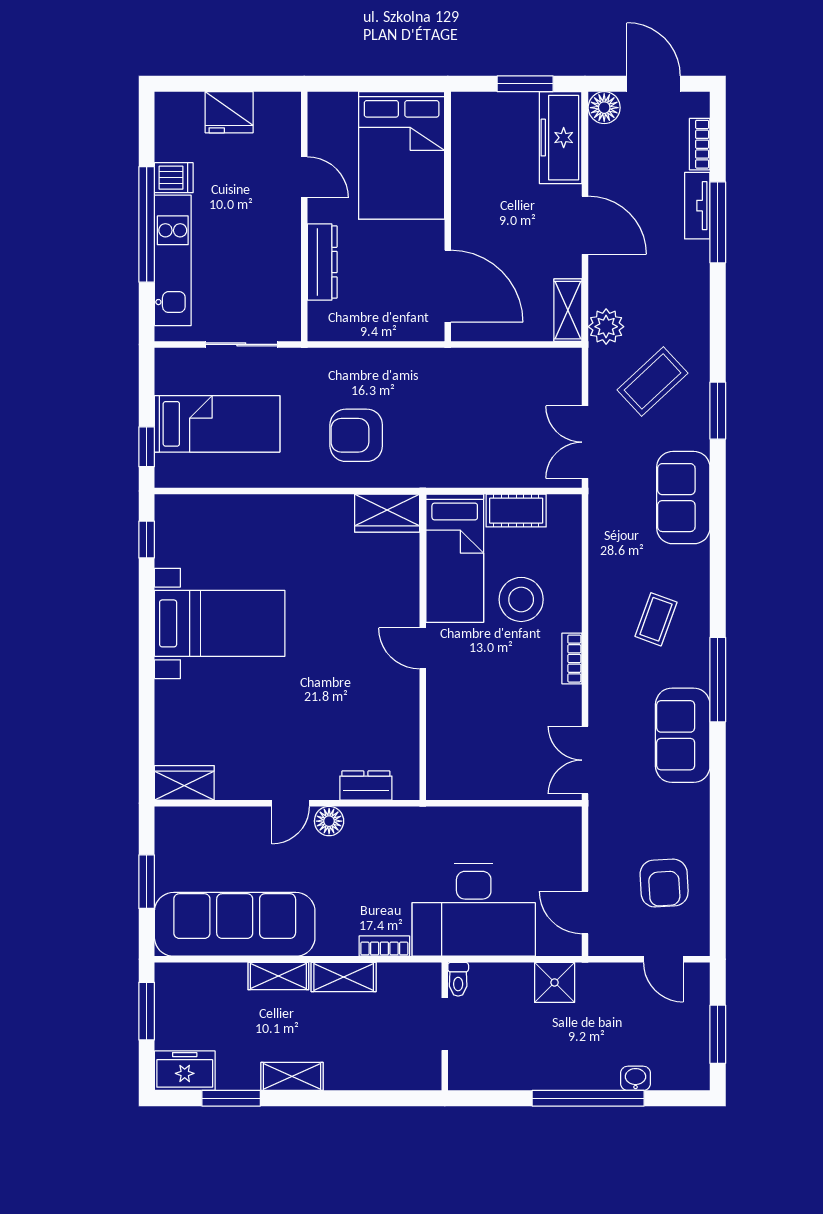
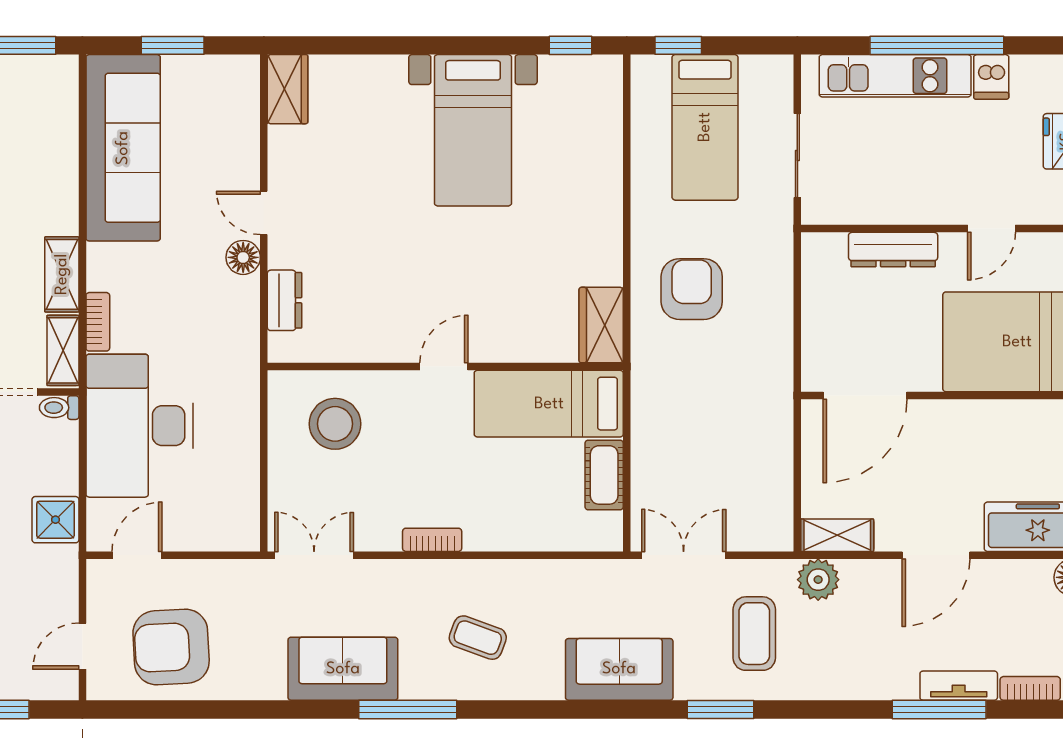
coffee table: (652, 381) -> (754, 634), turned 43
stool: (521, 599) -> (335, 424), moved
armchair: (664, 883) -> (171, 647), width x1.36, depth x1.36
shelving: (278, 976) -> (63, 350), moved

